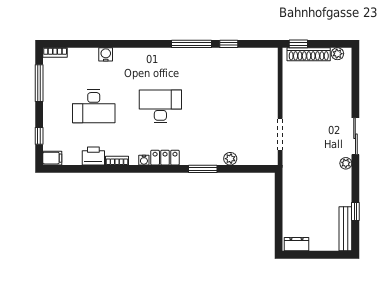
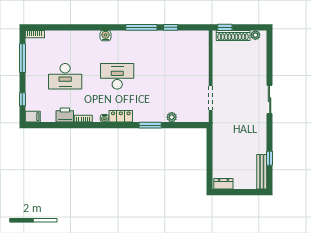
water cooler: (106, 54) -> (105, 36), moved
plant: (346, 163) -> (262, 121), removed

